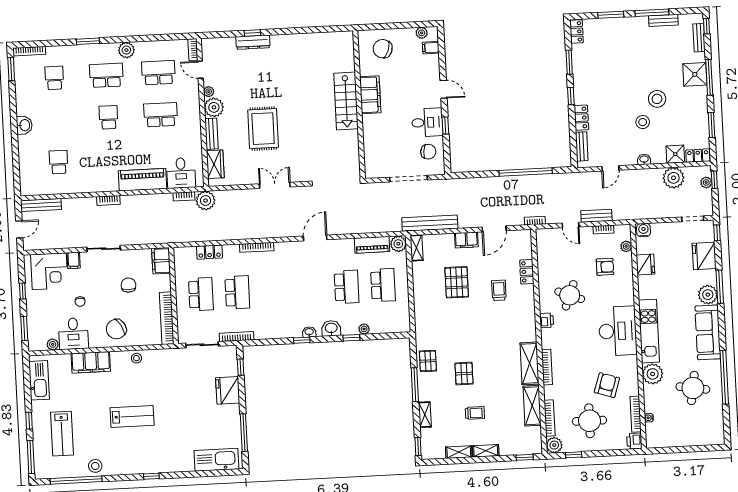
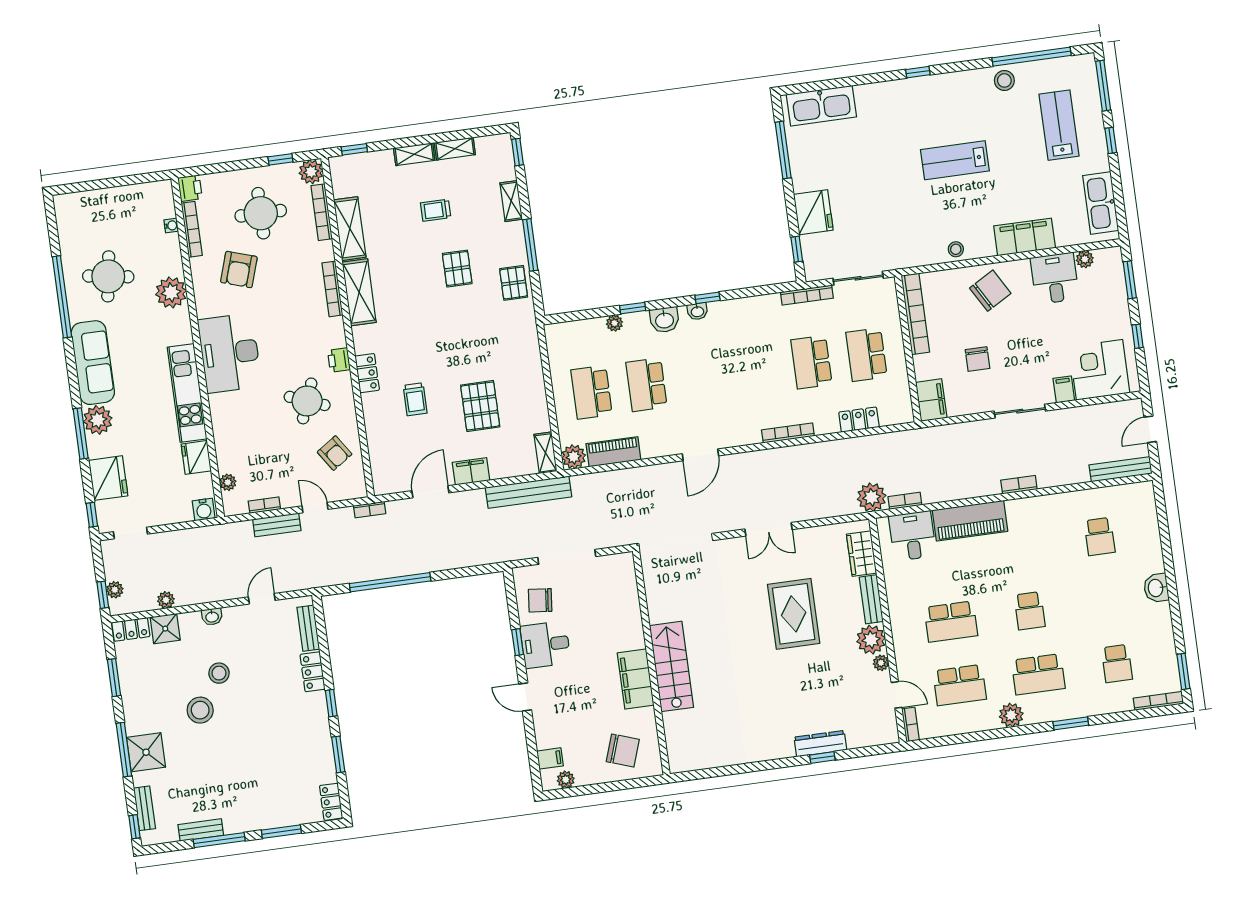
plant: (673, 178) -> (166, 600), width x0.53, depth x0.53
armchair: (605, 267) -> (335, 453), moved, turned -124
locker: (527, 272) -> (367, 373), moved
chair: (80, 302) -> (1049, 328), removed
kitchen unit: (649, 331) -> (187, 393), moved

